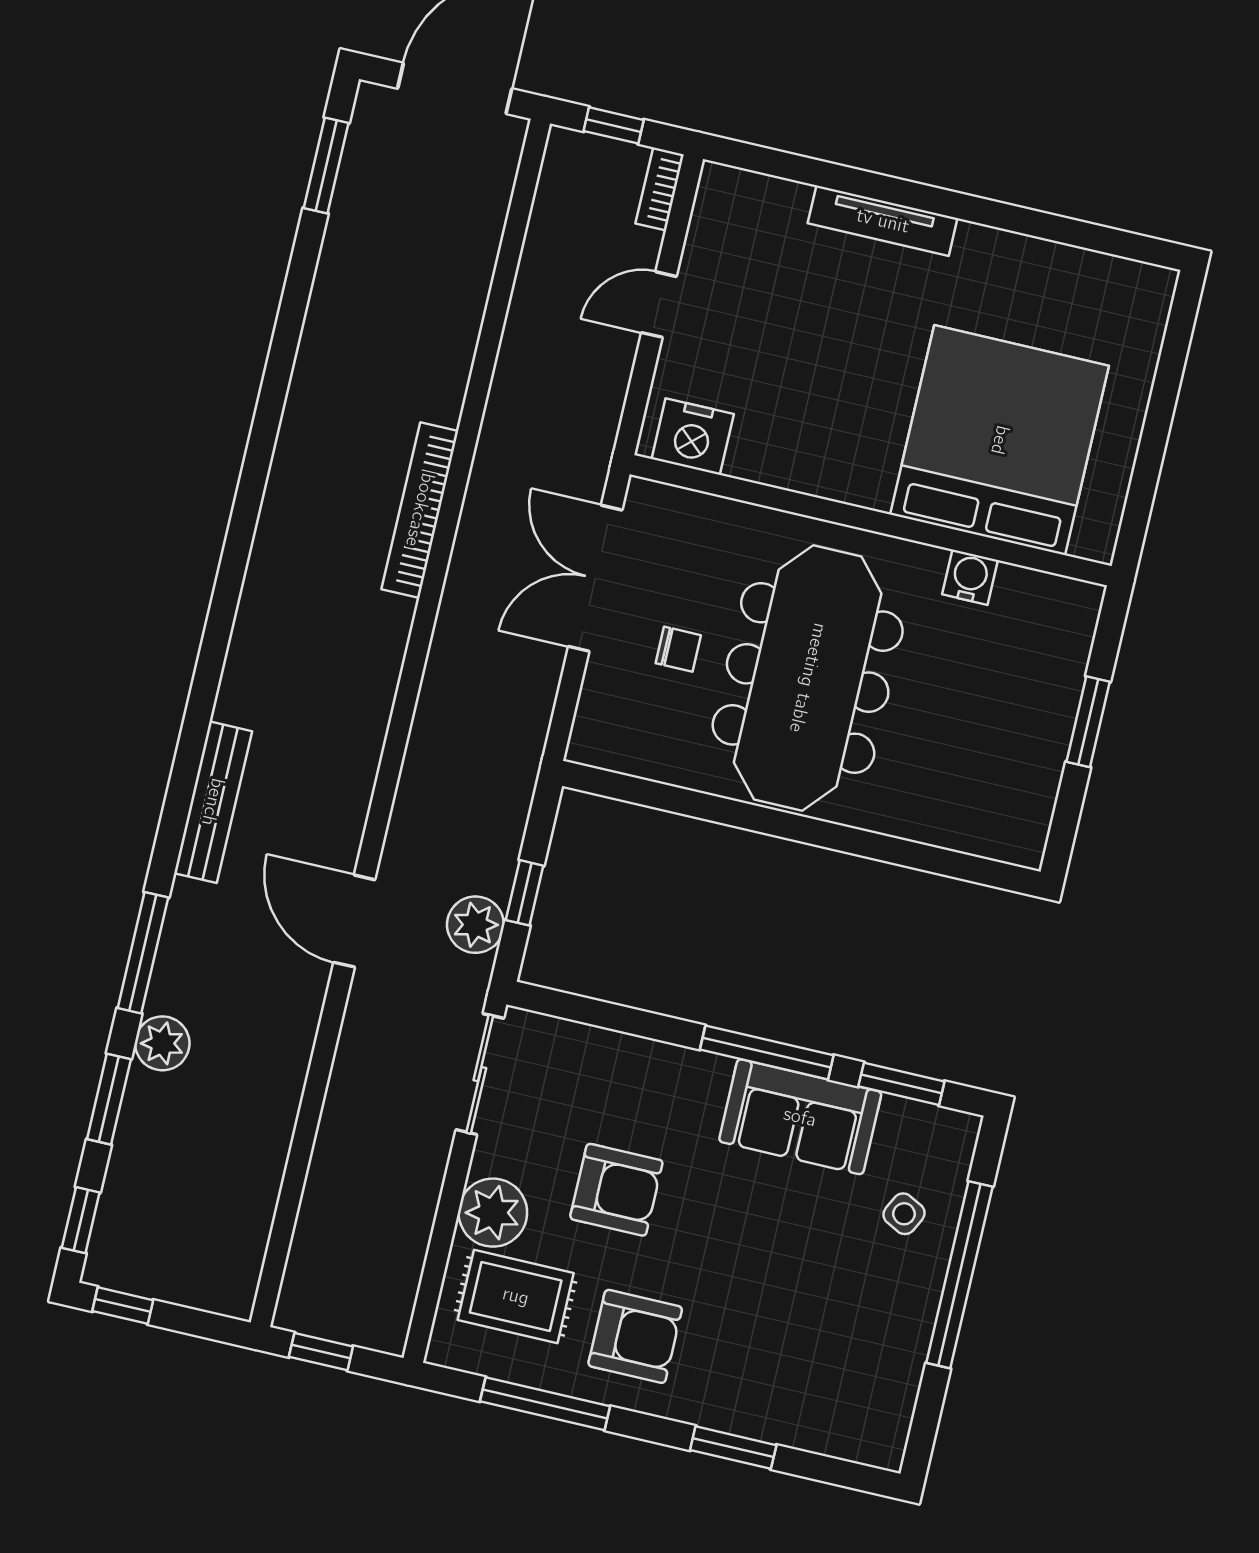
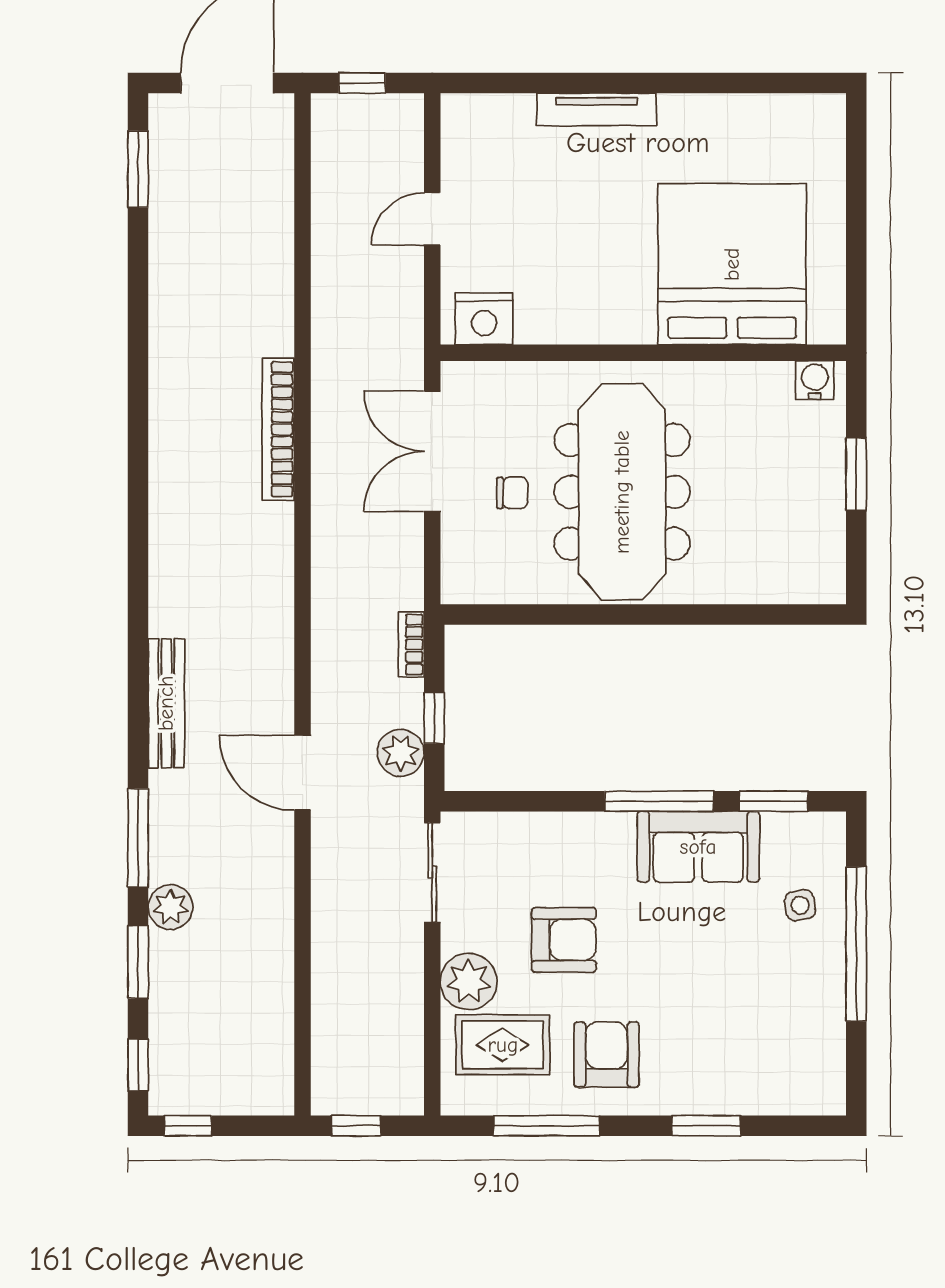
bookcase: (660, 189) -> (411, 644), moved
water cooler: (970, 577) -> (815, 380), moved
side table: (904, 1214) -> (800, 905), turned -36
armchair: (635, 1336) -> (606, 1055), turned -90

